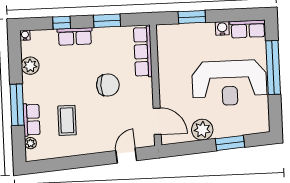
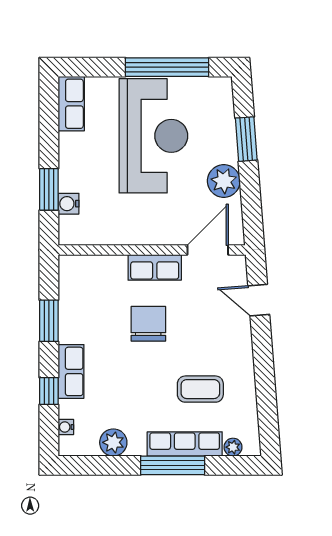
water cooler: (222, 28) -> (69, 204), moved
water cooler: (25, 35) -> (66, 427), moved
row of seats: (143, 52) -> (155, 267), moved, width x0.68
window: (273, 67) -> (167, 67), moved
row of seats: (32, 120) -> (185, 444), width x1.48

